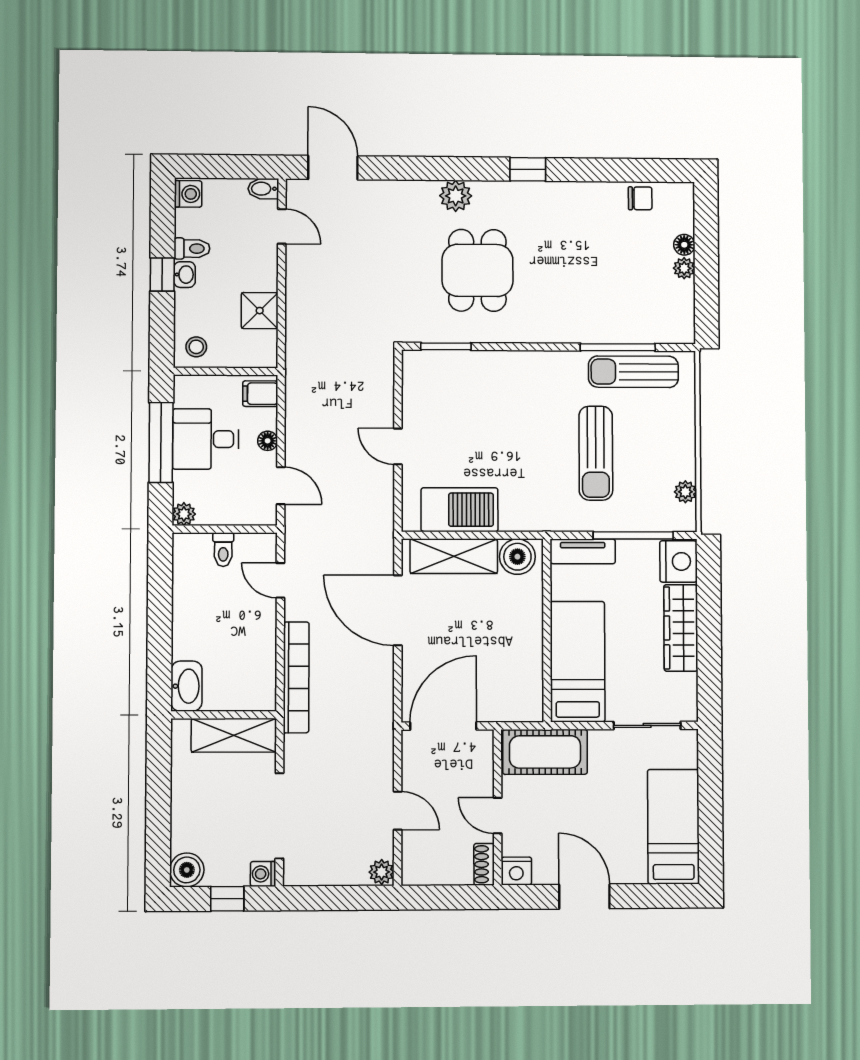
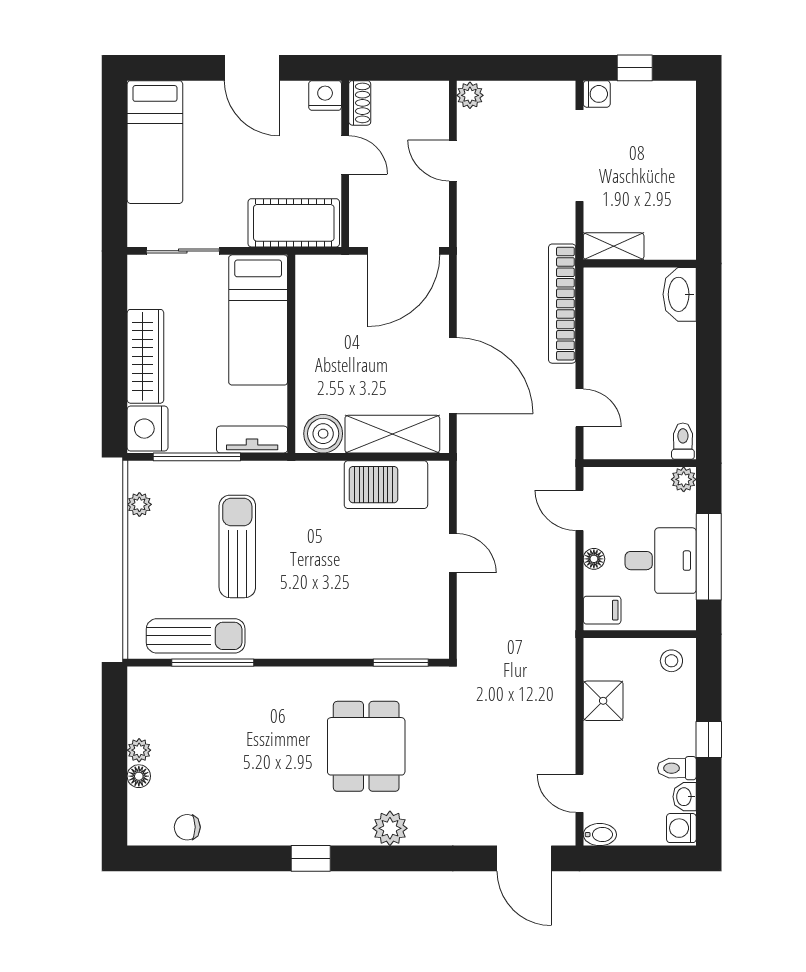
washbasin: (185, 275) -> (685, 797), moved
toilet: (223, 550) -> (683, 441), moved
shelving: (234, 735) -> (614, 246), width x0.67, depth x0.75
boiler: (187, 870) -> (678, 99), removed

